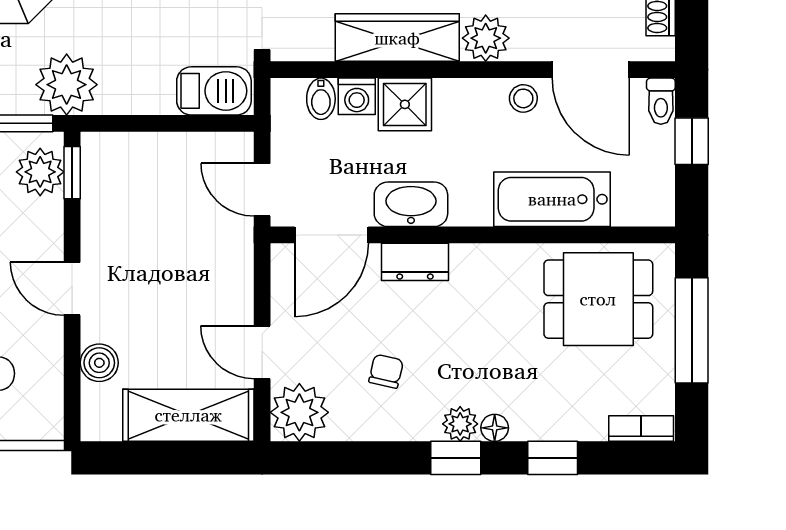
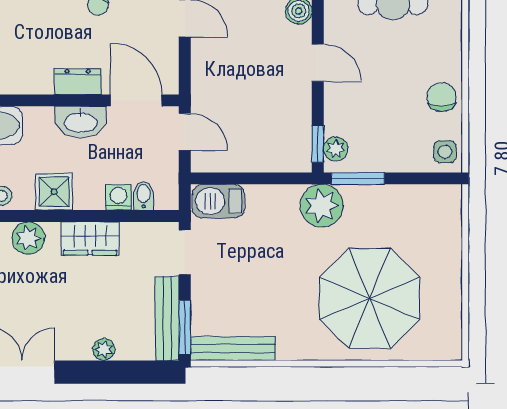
wardrobe: (397, 38) -> (90, 239), width x0.67
shower: (405, 104) -> (54, 192), moved
plant: (40, 172) -> (336, 149), width x0.73, depth x0.73
door: (332, 235) -> (136, 100), hinge flipped

